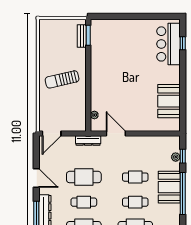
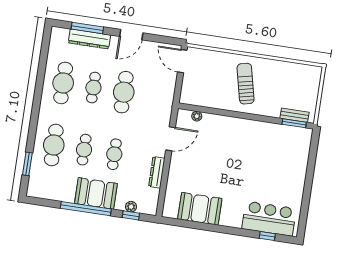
dresser: (88, 140) -> (157, 172), moved

